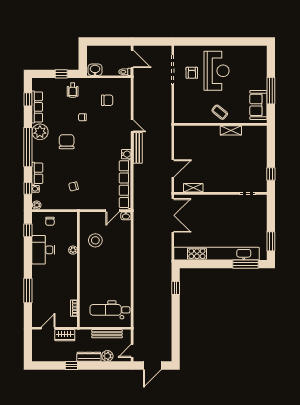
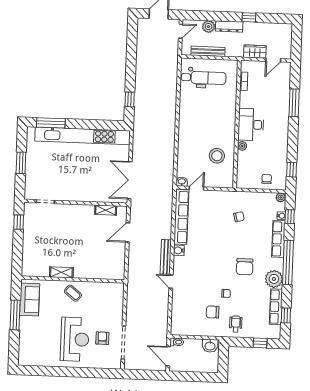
reception desk: (217, 71) -> (75, 339), turned 180
window: (61, 74) -> (260, 343), moved
chair: (107, 100) -> (213, 312), moved
row of seats: (37, 173) -> (278, 239), width x1.48
window: (271, 241) -> (21, 163), moved
desk: (43, 250) -> (251, 125), moved, turned 180

